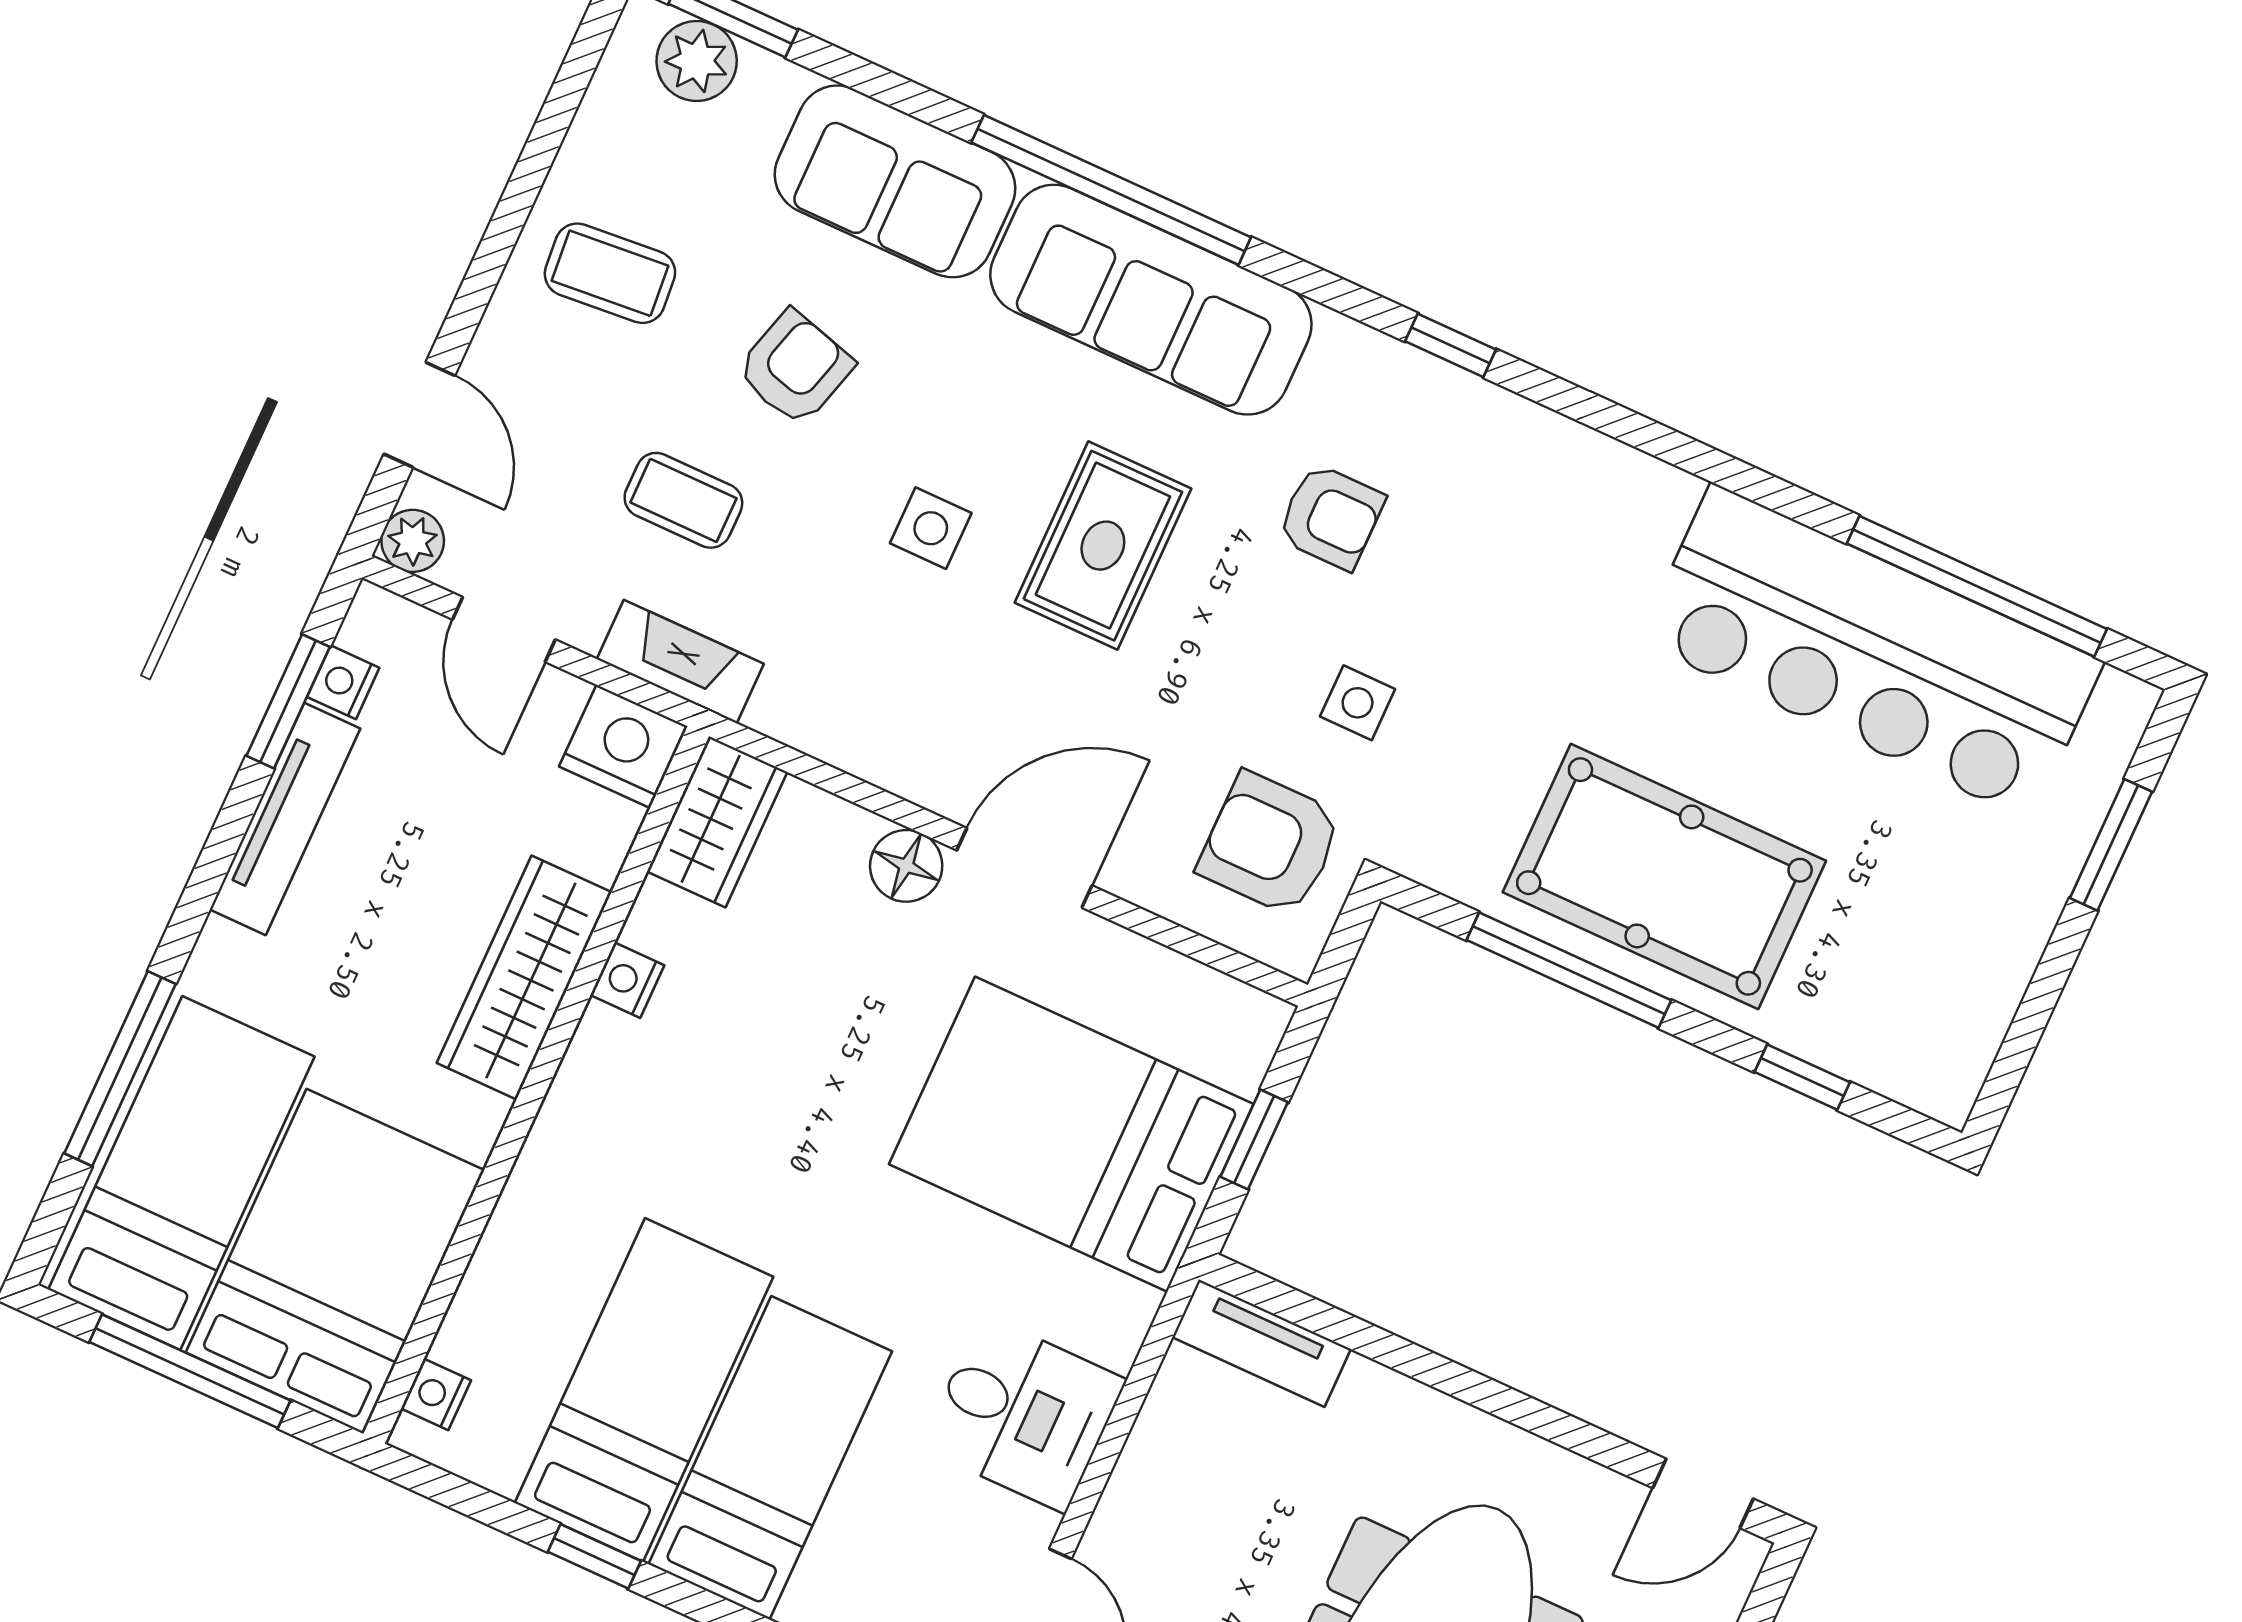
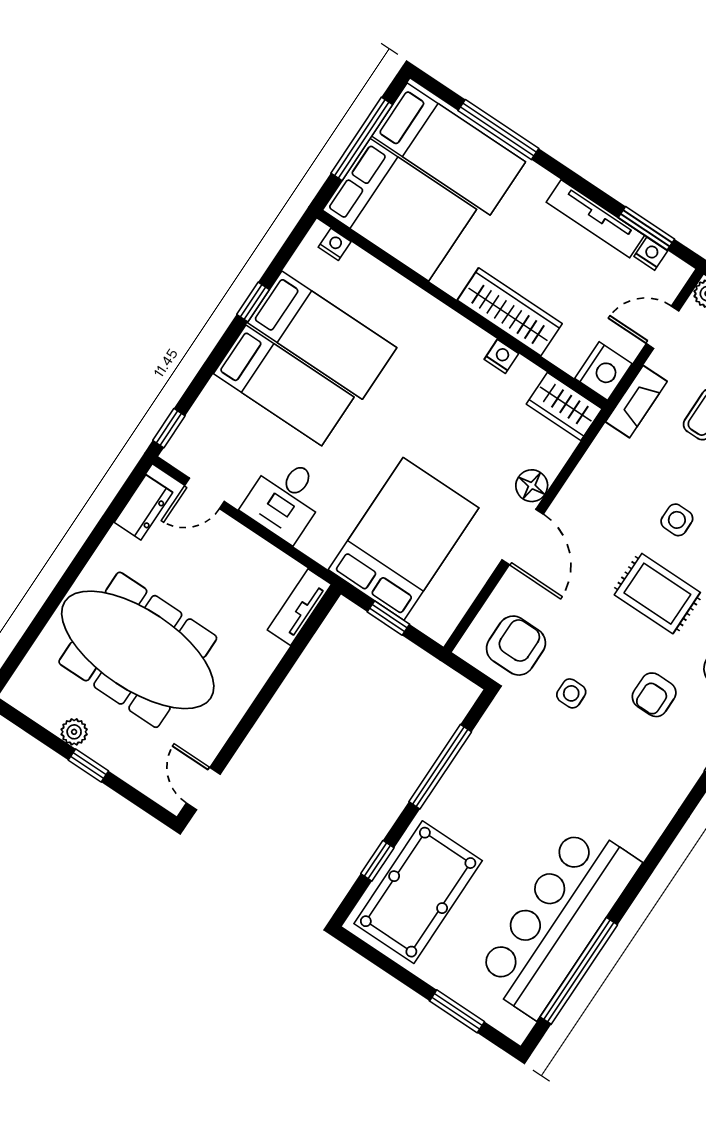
pool table: (1664, 876) -> (418, 892), moved

